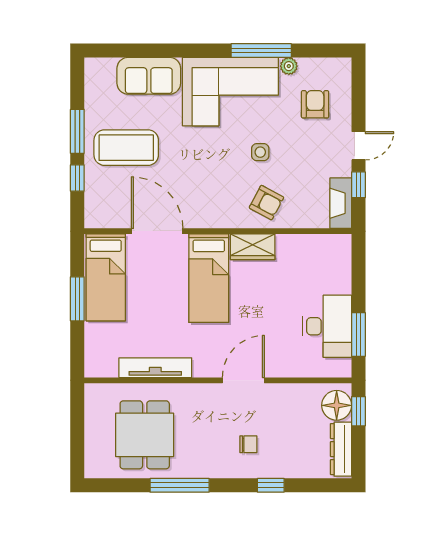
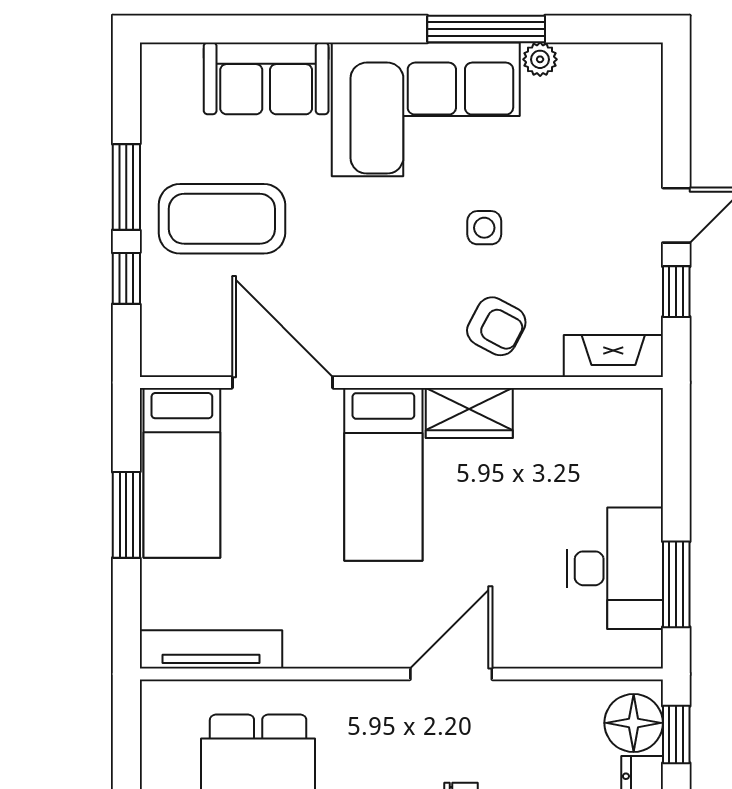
armchair: (315, 104) -> (591, 134), removed
fireplace: (341, 203) -> (613, 356), moved, turned 90
tv unit: (155, 368) -> (211, 649), moved

